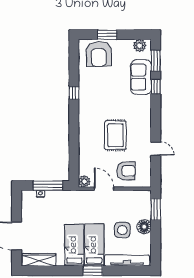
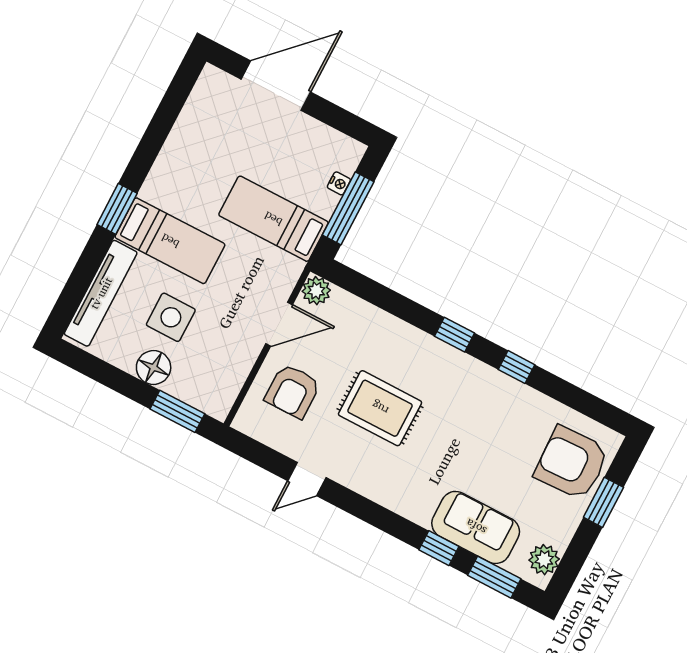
window: (74, 122) -> (454, 335), added
bed: (74, 245) -> (273, 219), moved, turned 180
wardrobe: (39, 260) -> (200, 107), removed

